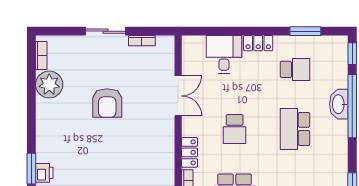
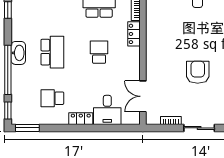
window: (305, 31) -> (27, 128), moved
double door: (178, 96) -> (143, 96), moved
washbasin: (339, 104) -> (18, 53), moved

